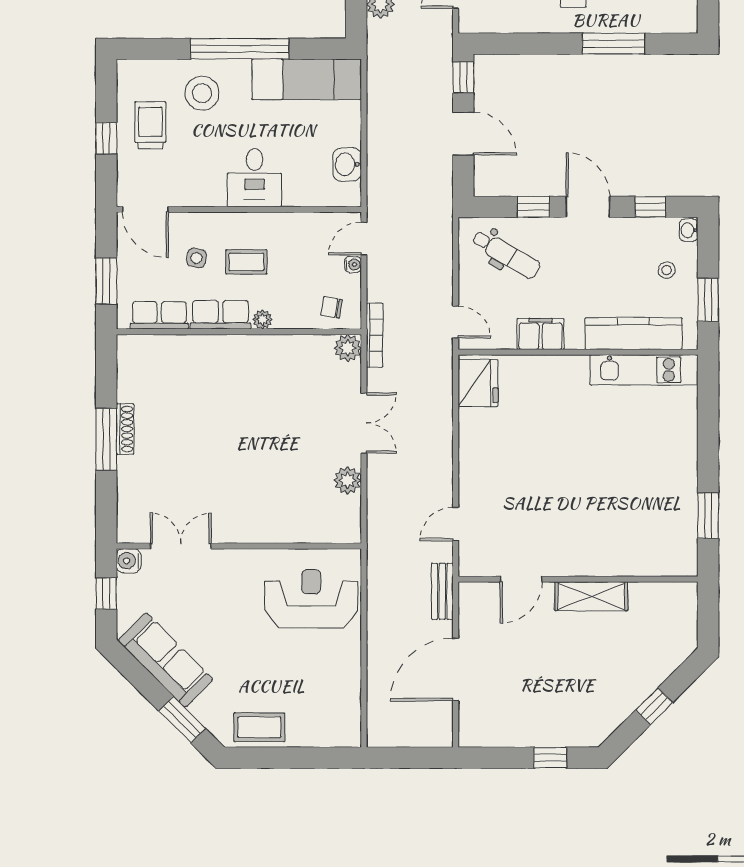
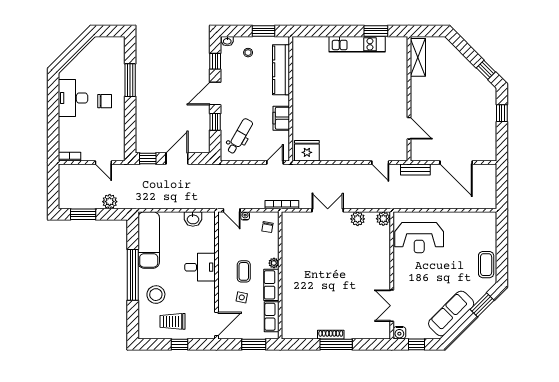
plant: (348, 348) -> (383, 219), moved
kitchen unit: (644, 370) -> (357, 44), moved, turned 90
shelving: (591, 596) -> (418, 57), moved
reception desk: (311, 599) -> (419, 238), turned -90
window: (654, 706) -> (486, 70), moved

